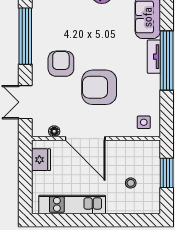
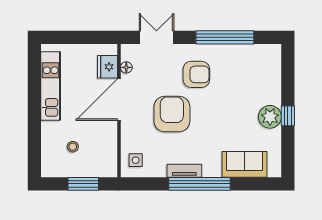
tv unit: (154, 57) -> (184, 171), moved
fridge: (41, 160) -> (108, 67), moved, turned 90

